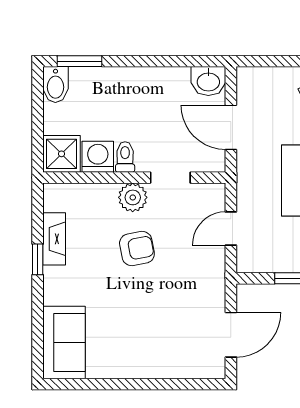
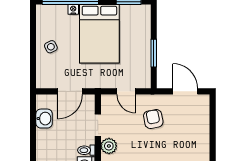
washbasin: (208, 81) -> (44, 119), moved
armchair: (137, 249) -> (153, 119), moved

